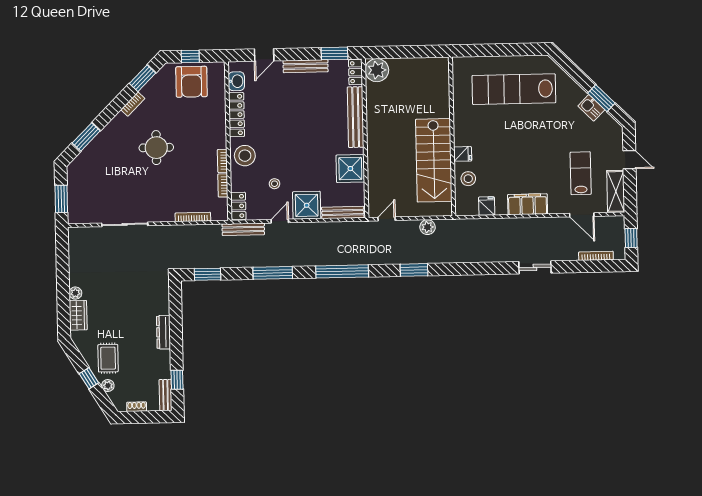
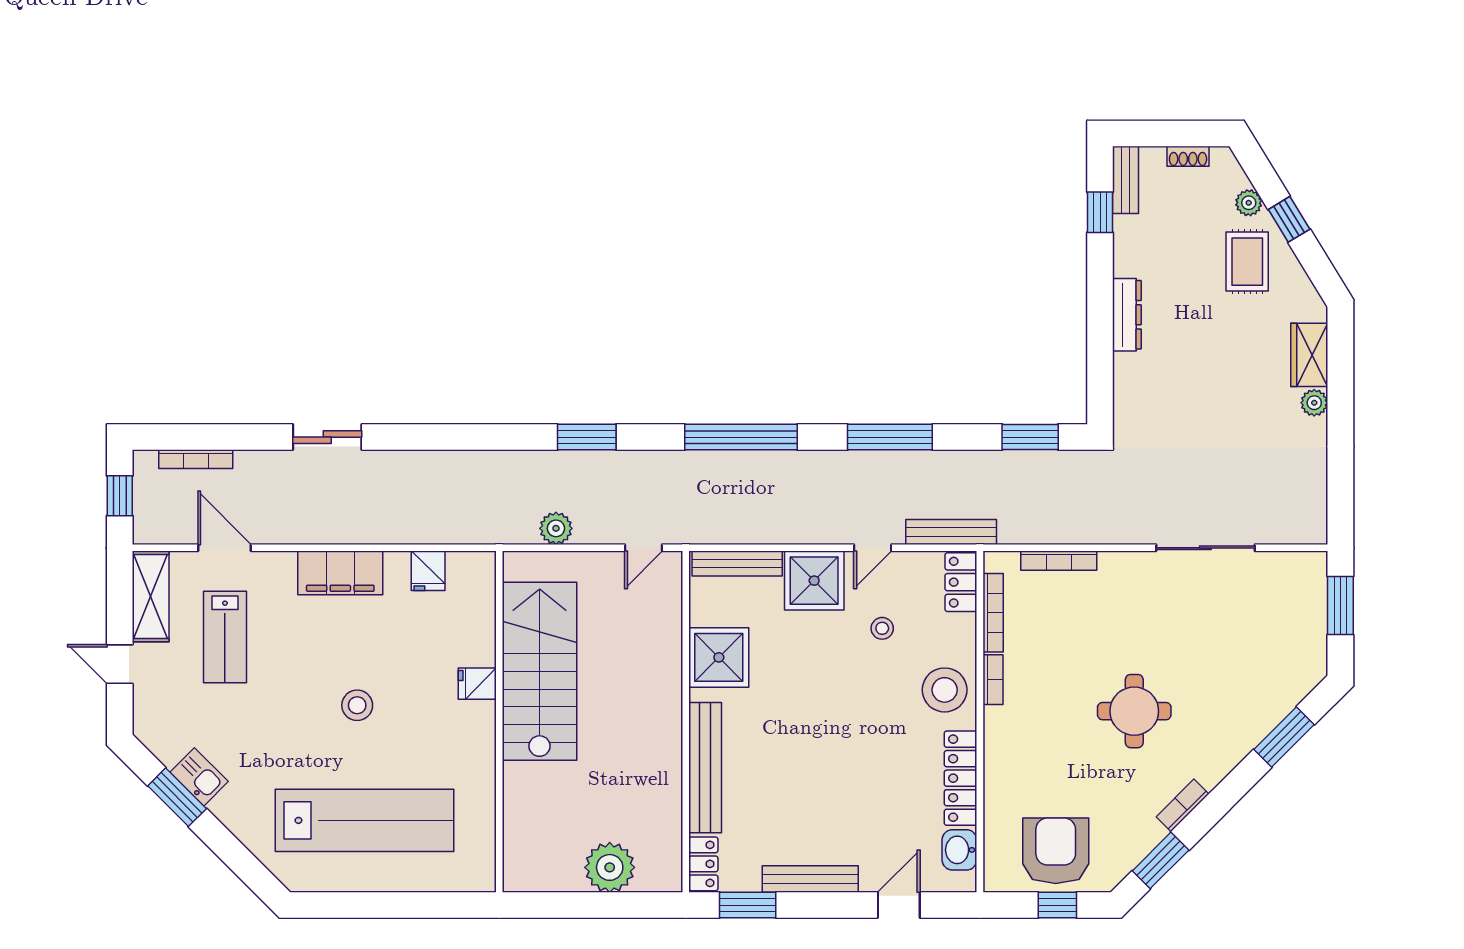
plant: (377, 70) -> (610, 867), moved
stool: (468, 179) -> (357, 705), moved
bookcase: (223, 185) -> (993, 613), width x1.56

